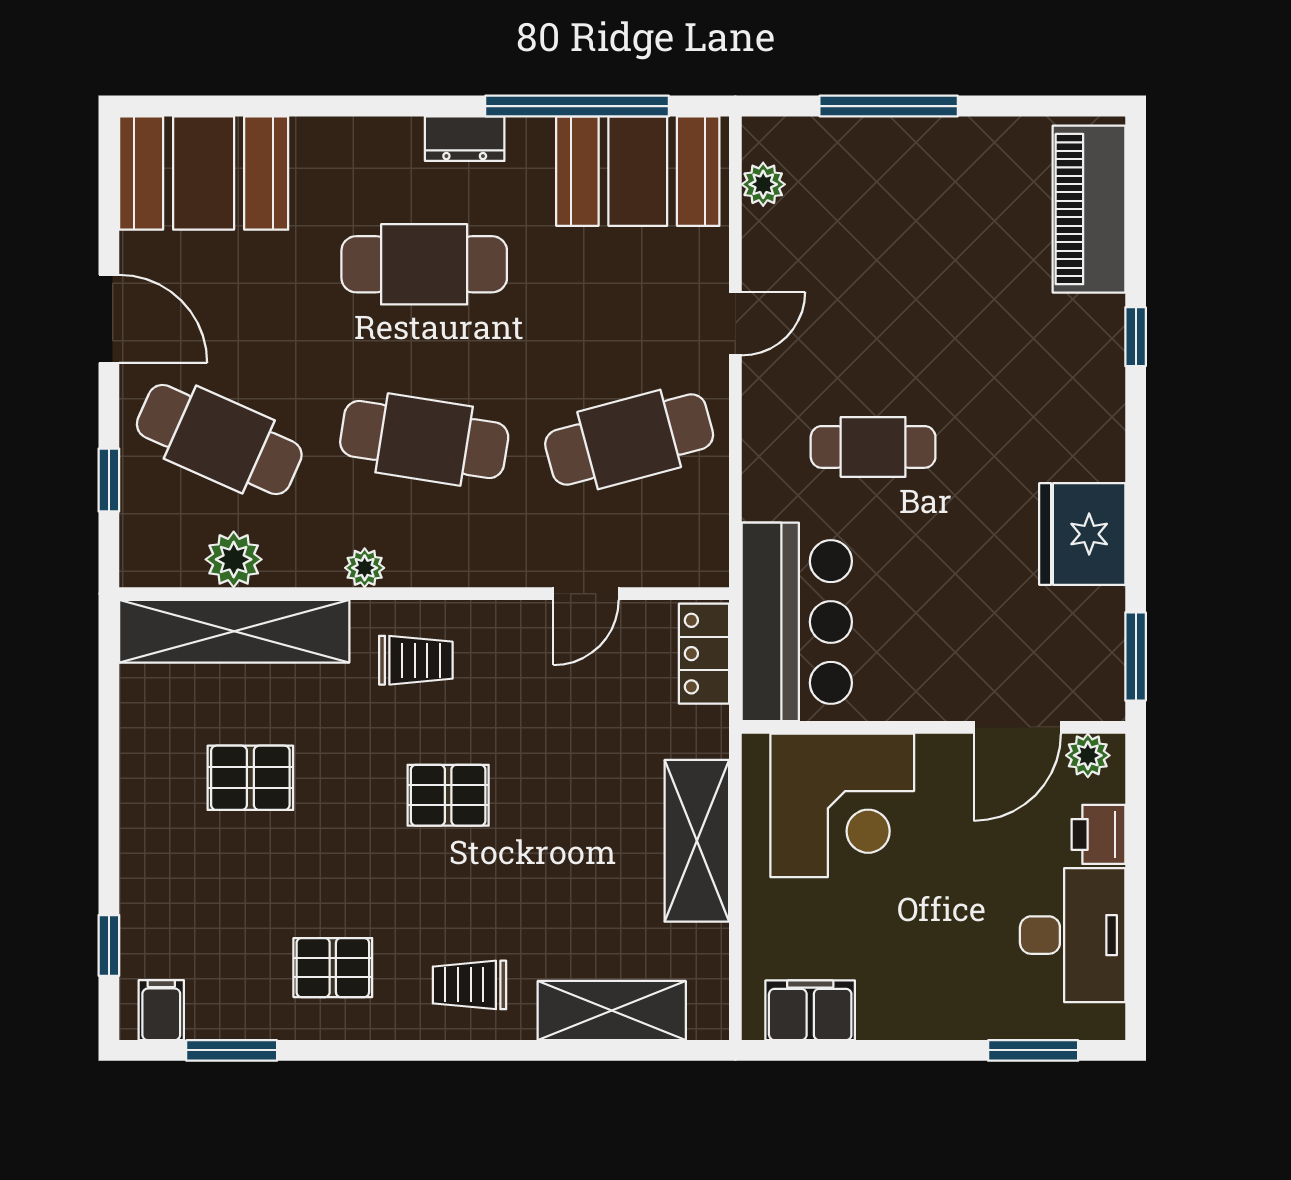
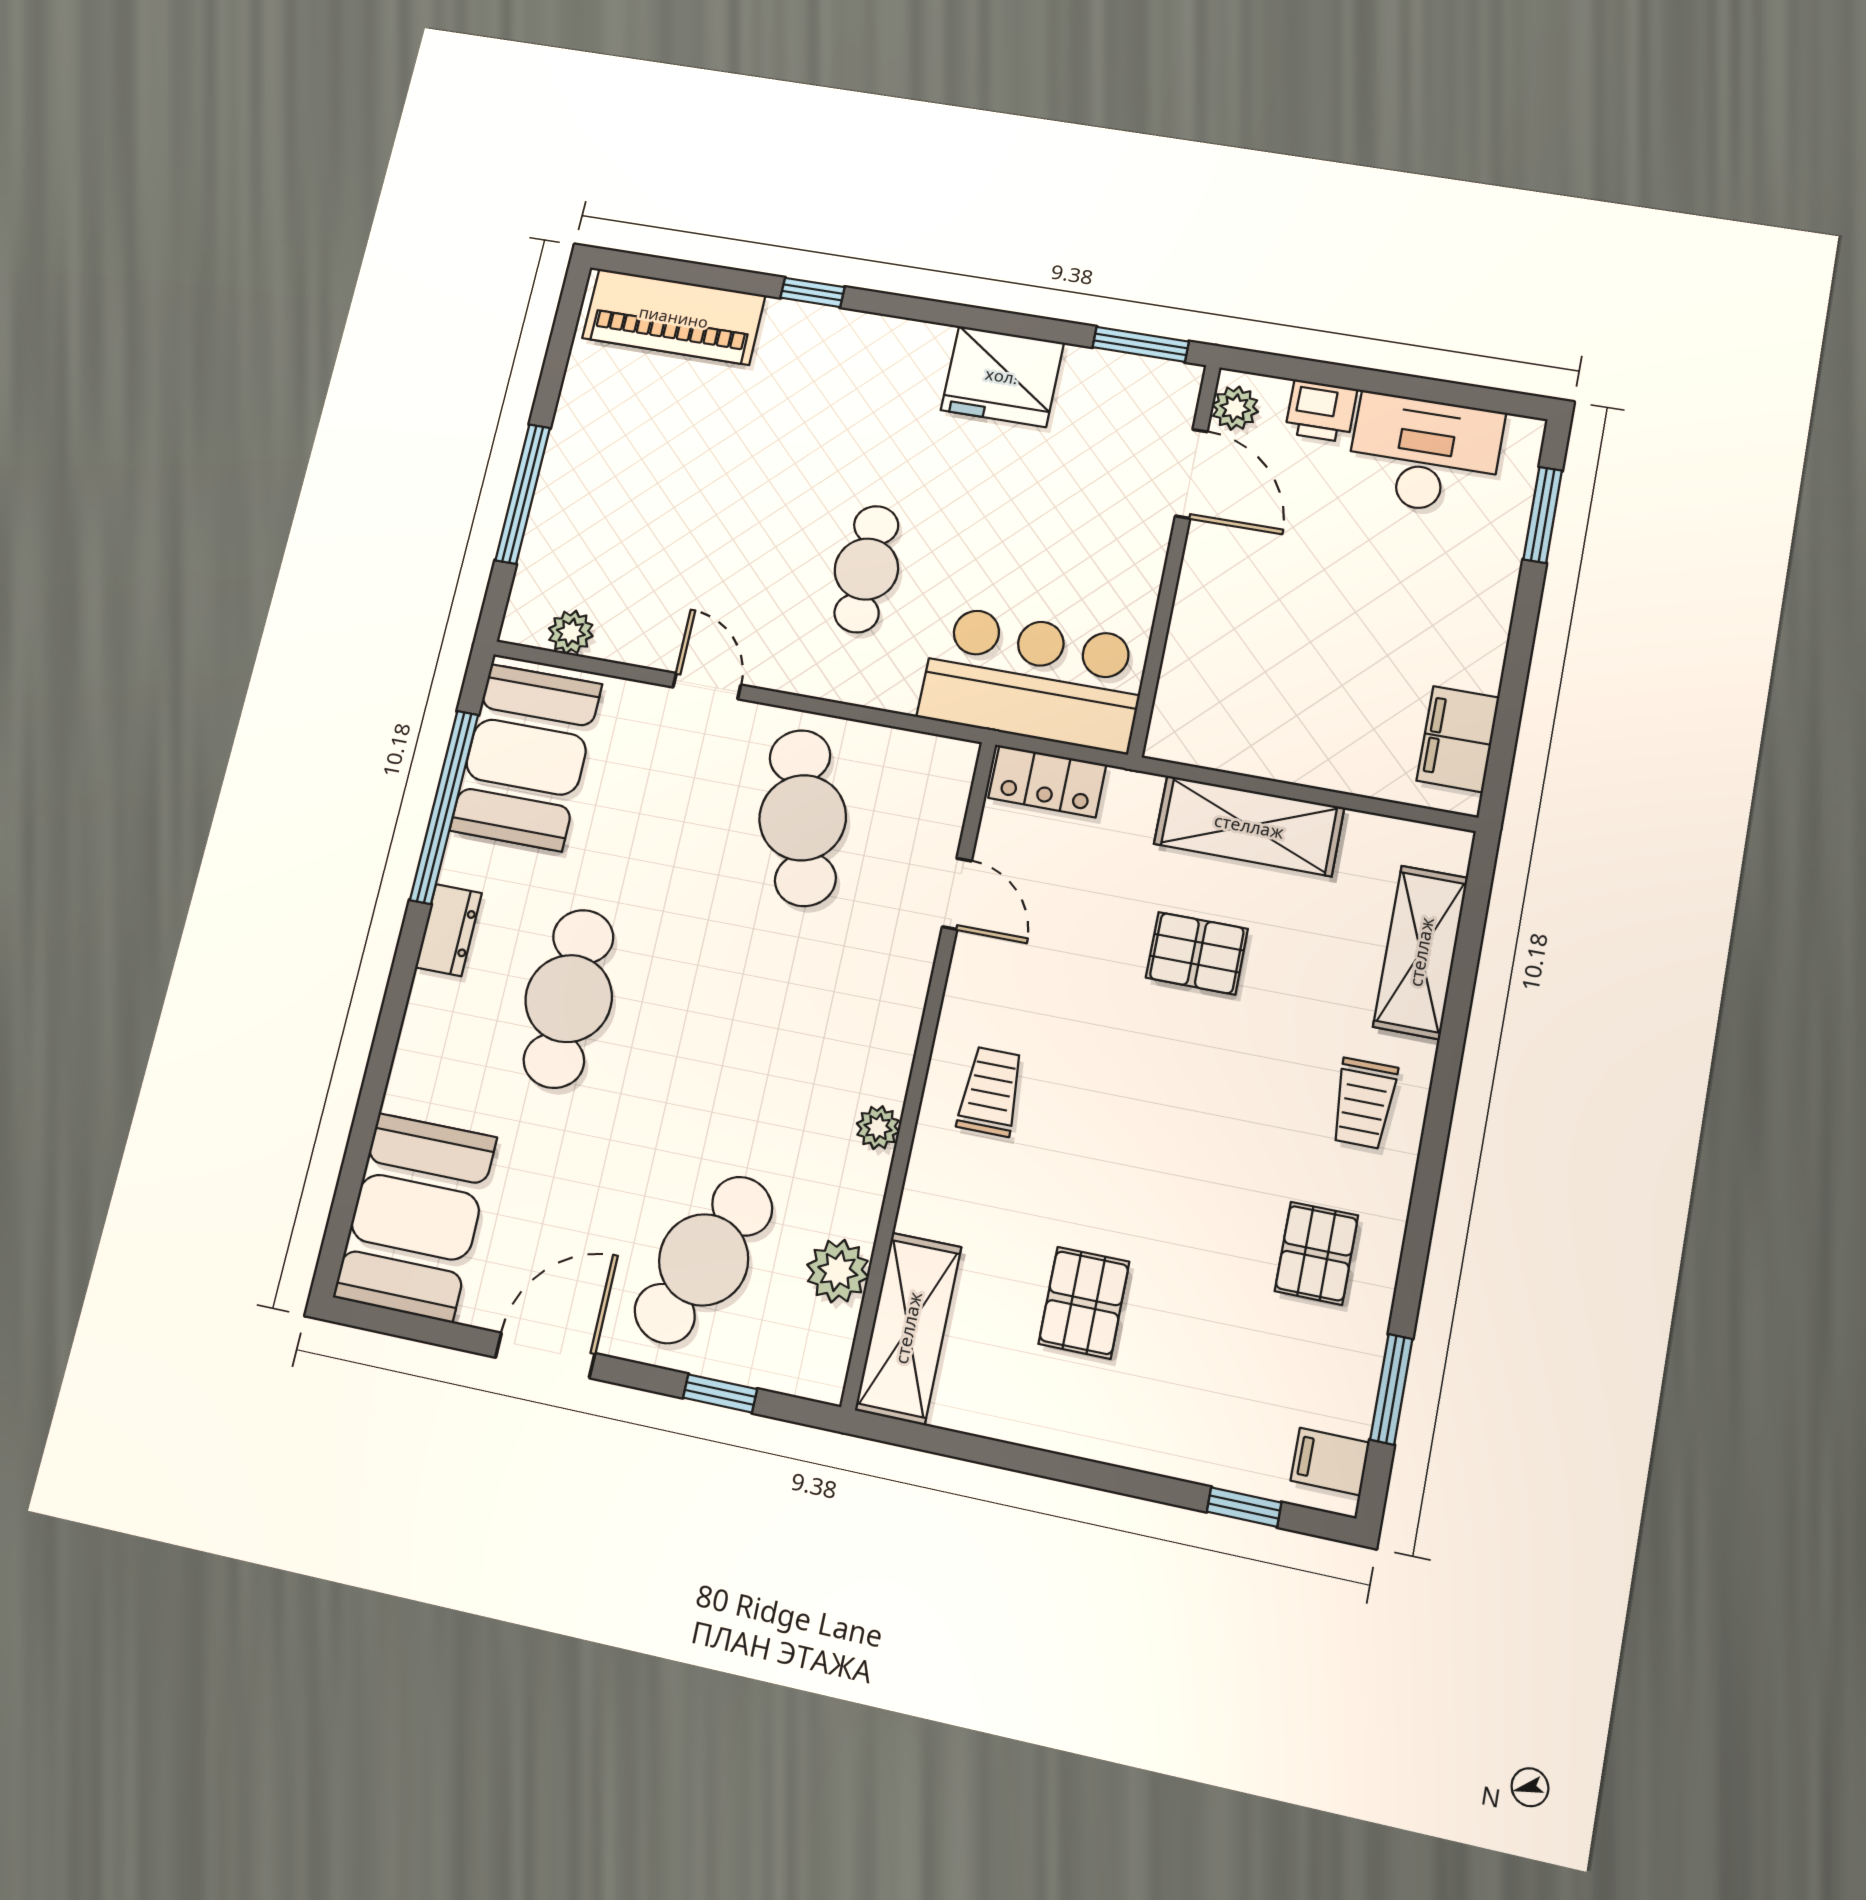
cafe table: (424, 440) -> (754, 1035), removed
shelving: (234, 631) -> (908, 1328), width x0.68
pallet: (448, 795) -> (1197, 953), moved, turned 90
corner desk: (842, 805) -> (1240, 666), removed

